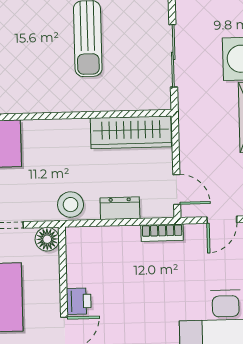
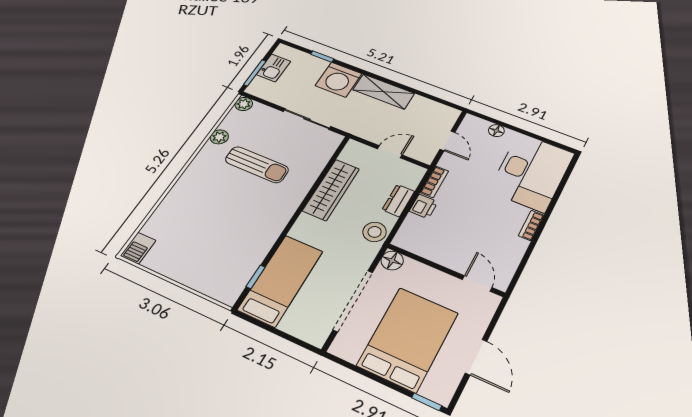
wardrobe: (131, 132) -> (331, 190), moved
door: (177, 189) -> (390, 152), moved
printer: (79, 301) -> (424, 206), moved, turned 90

